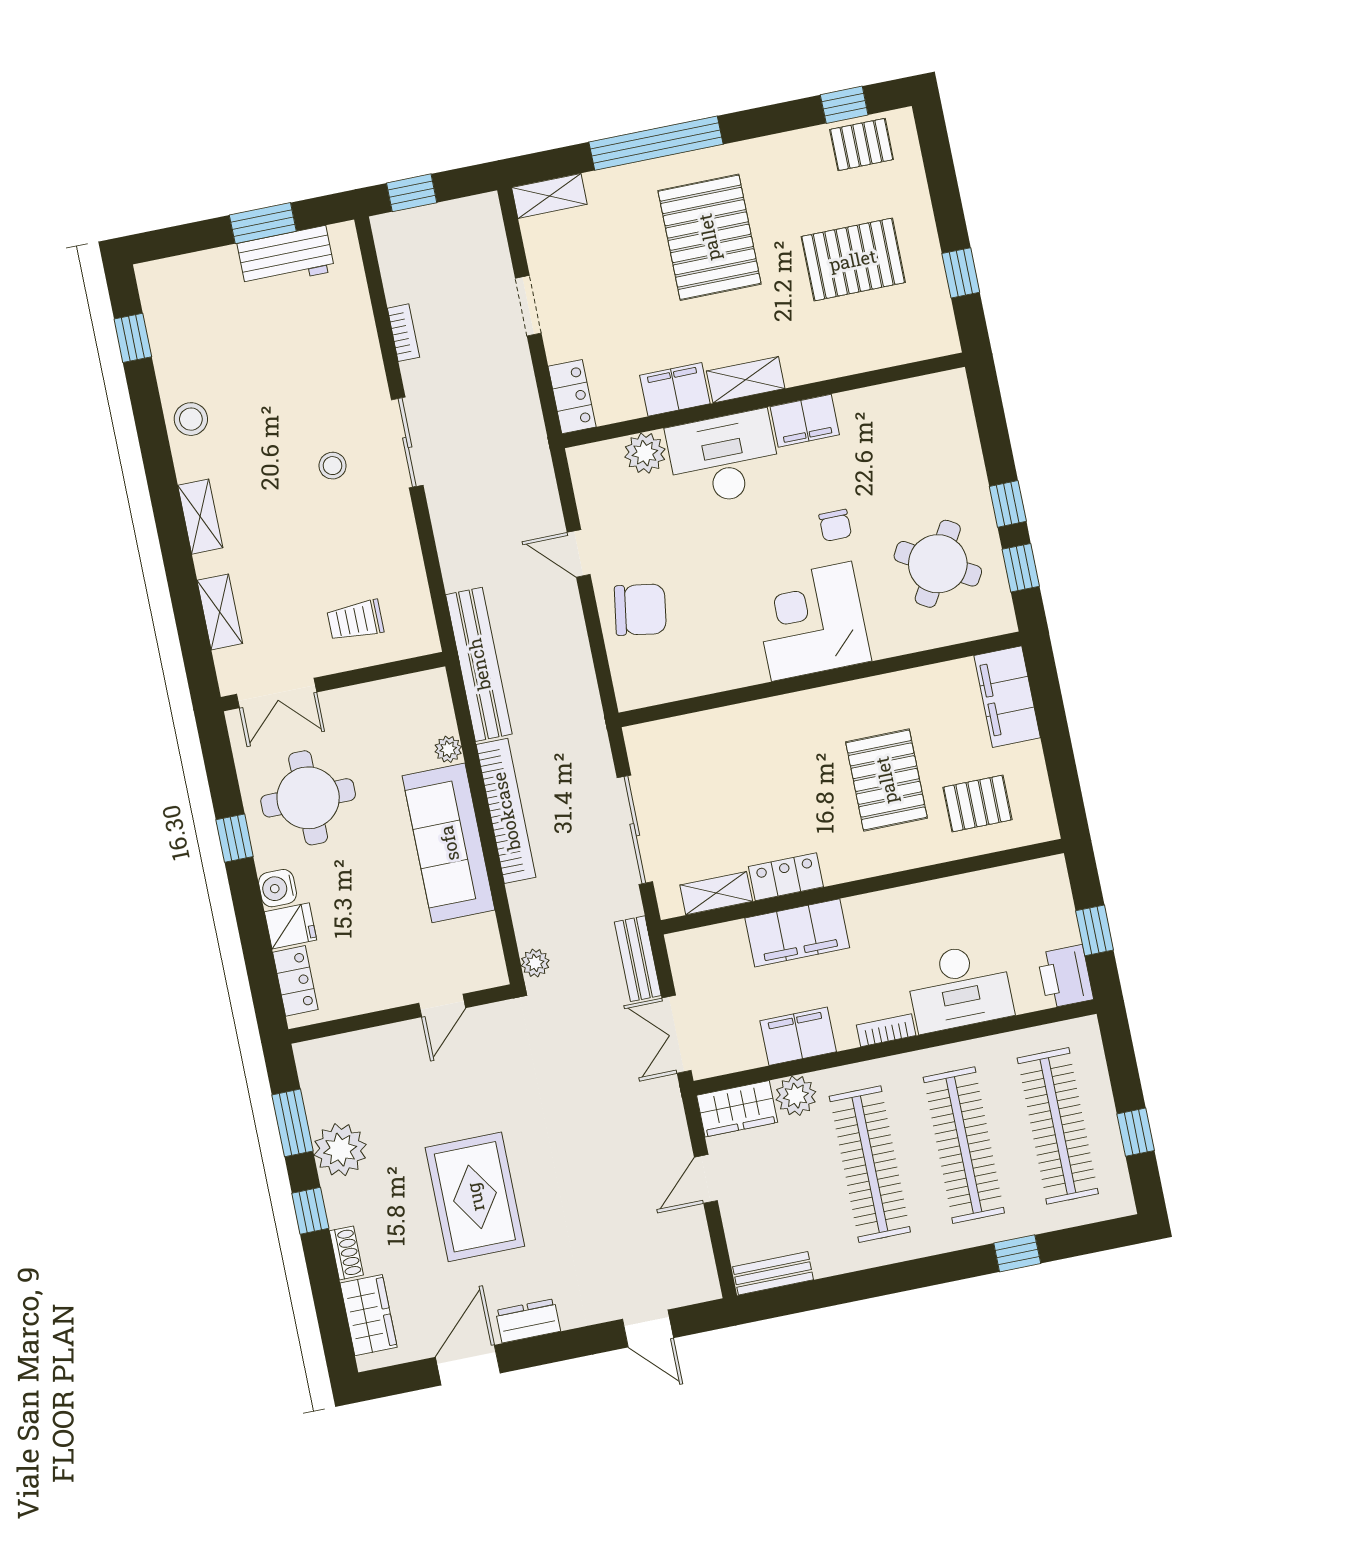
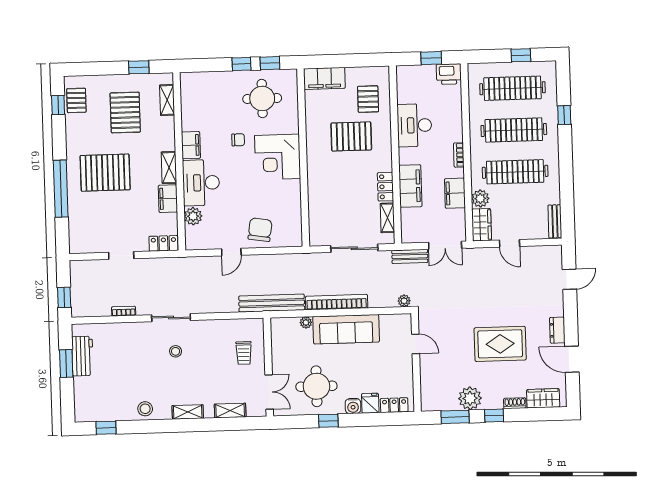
shelving: (549, 196) -> (167, 100), moved
round table: (938, 564) -> (262, 98), turned -30
desk: (959, 987) -> (414, 125), moved, turned 180

